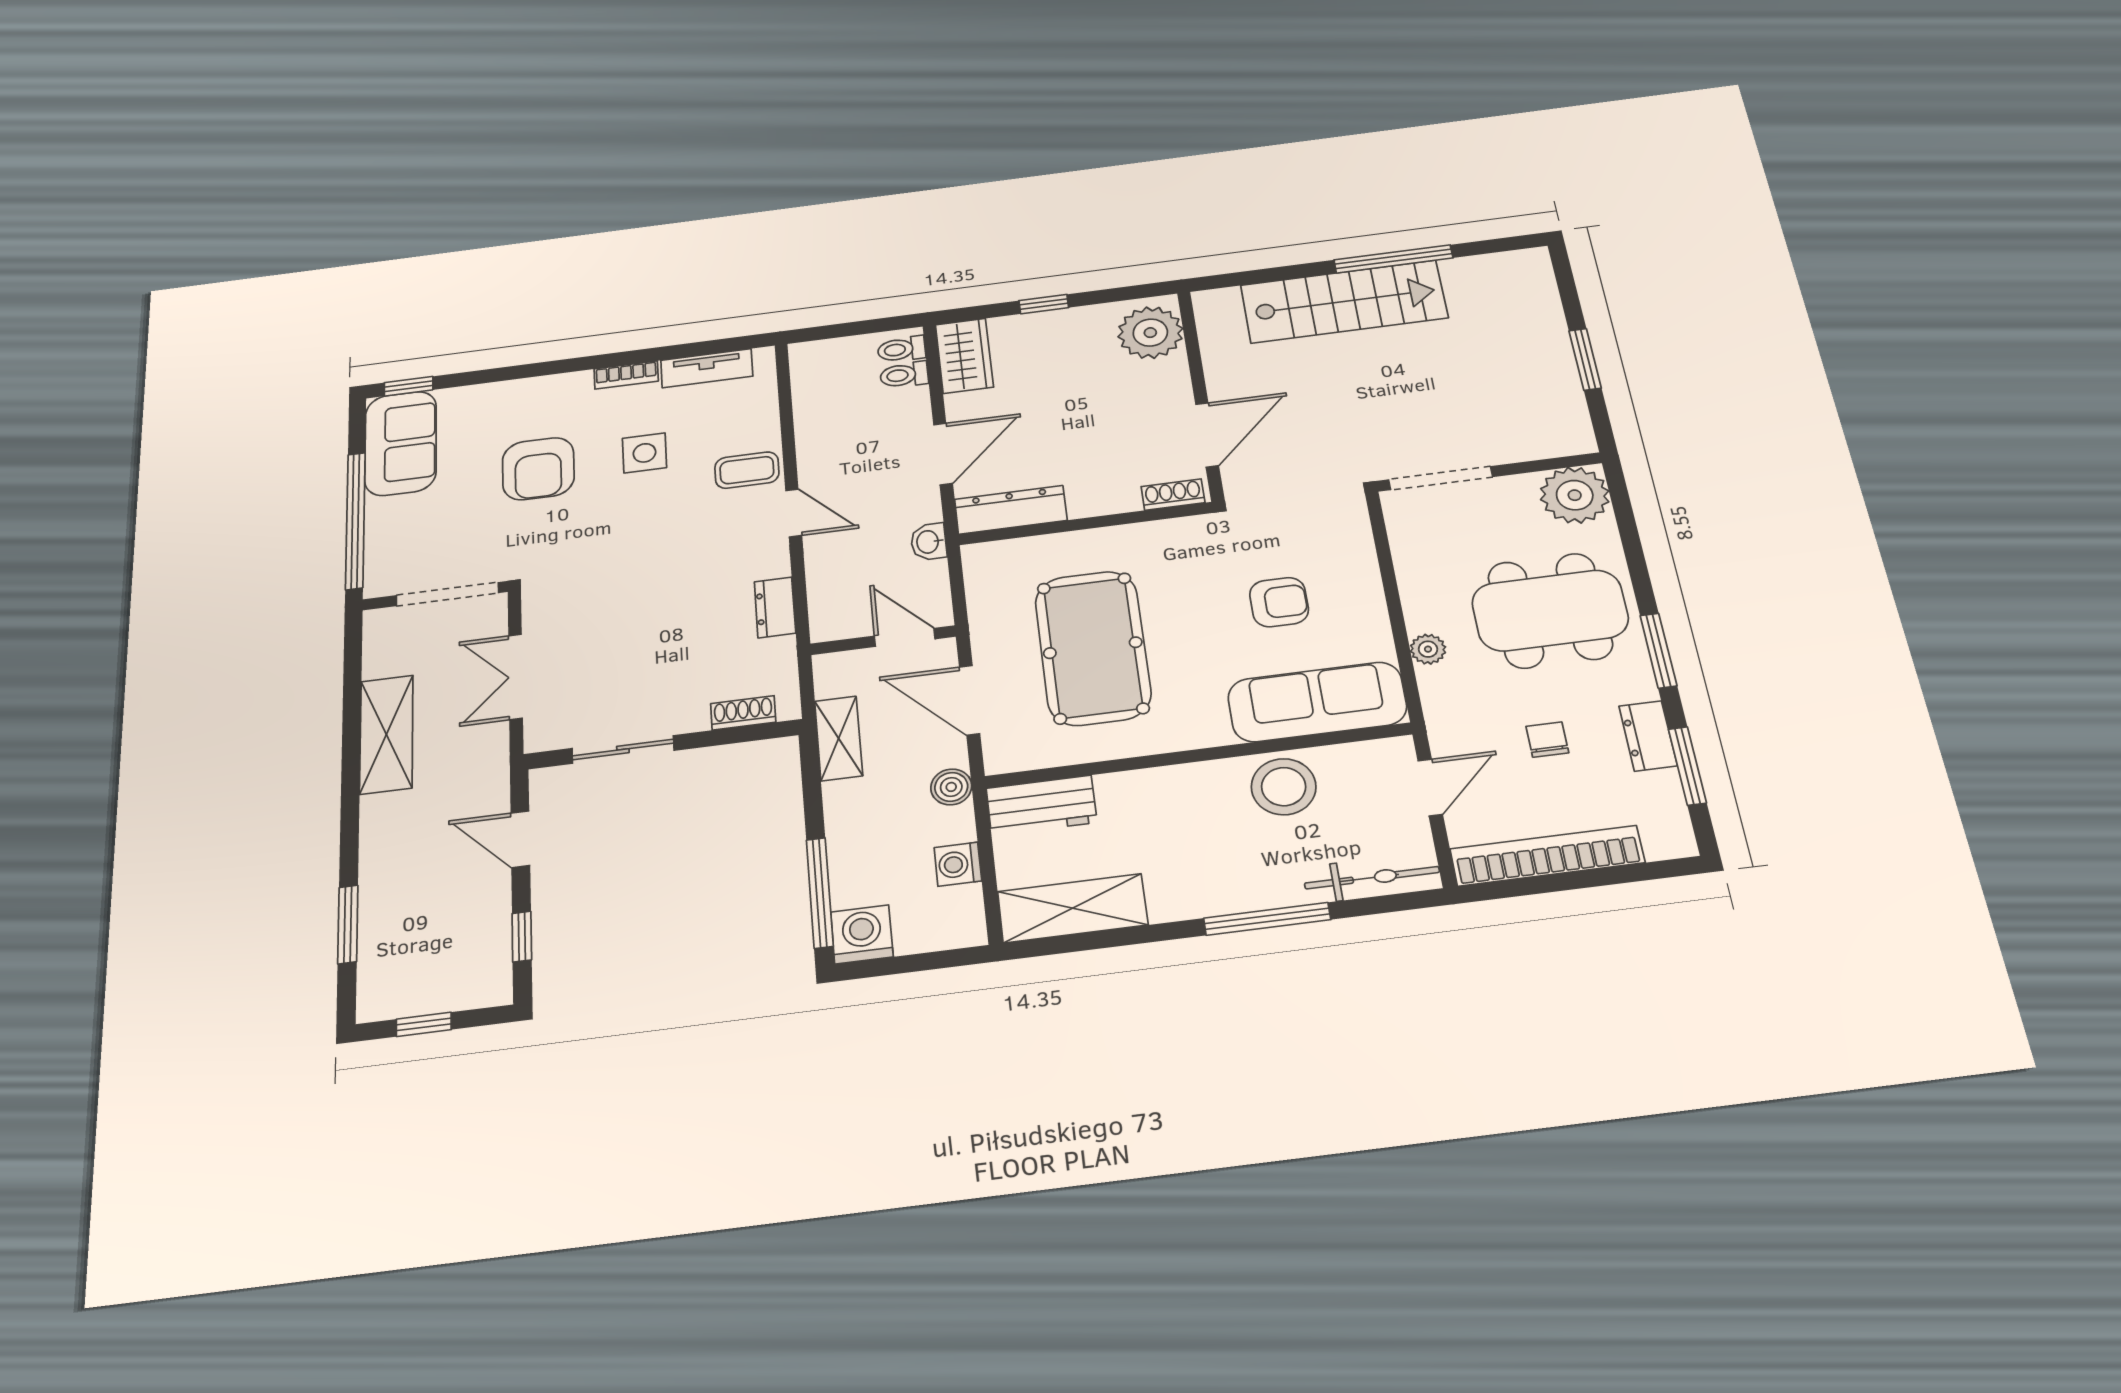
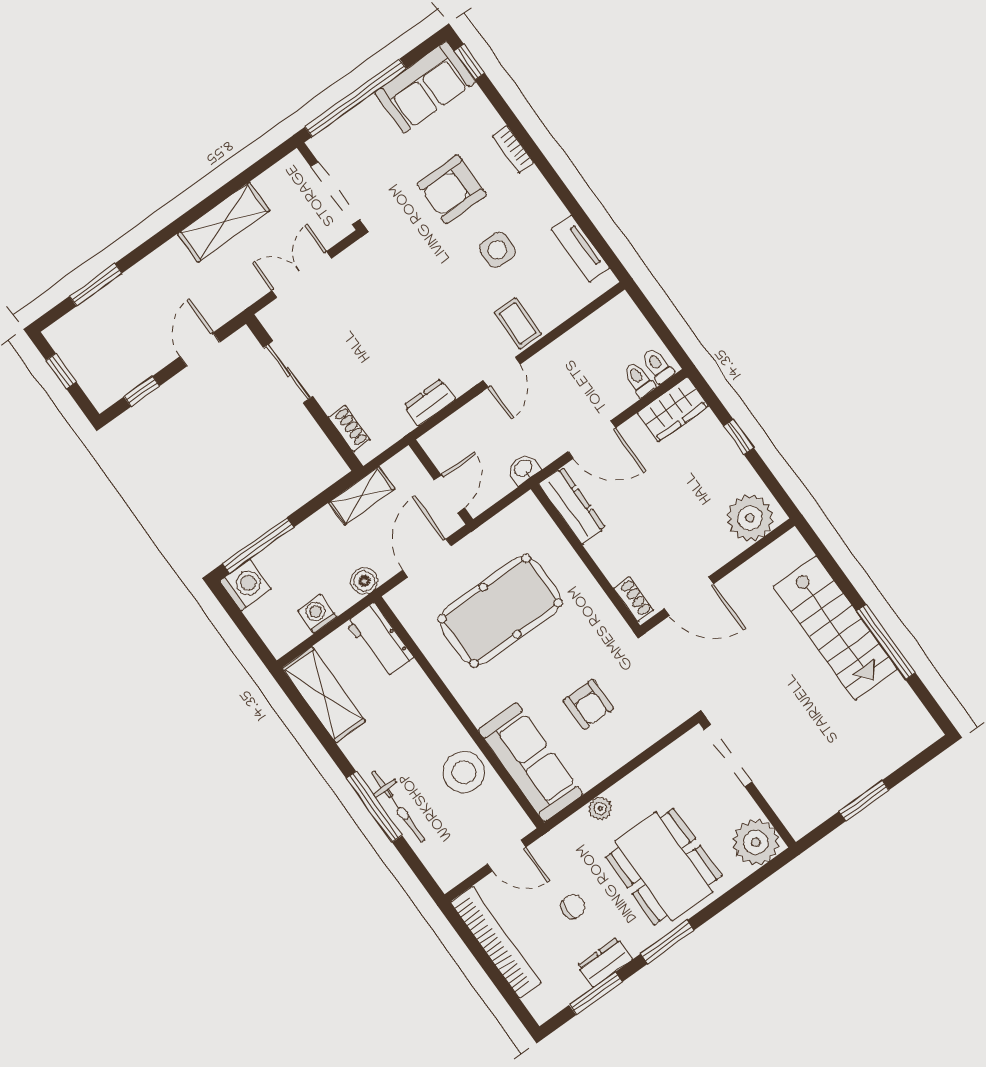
bookcase: (626, 375) -> (513, 149), moved
bicycle: (1372, 878) -> (398, 806), moved

